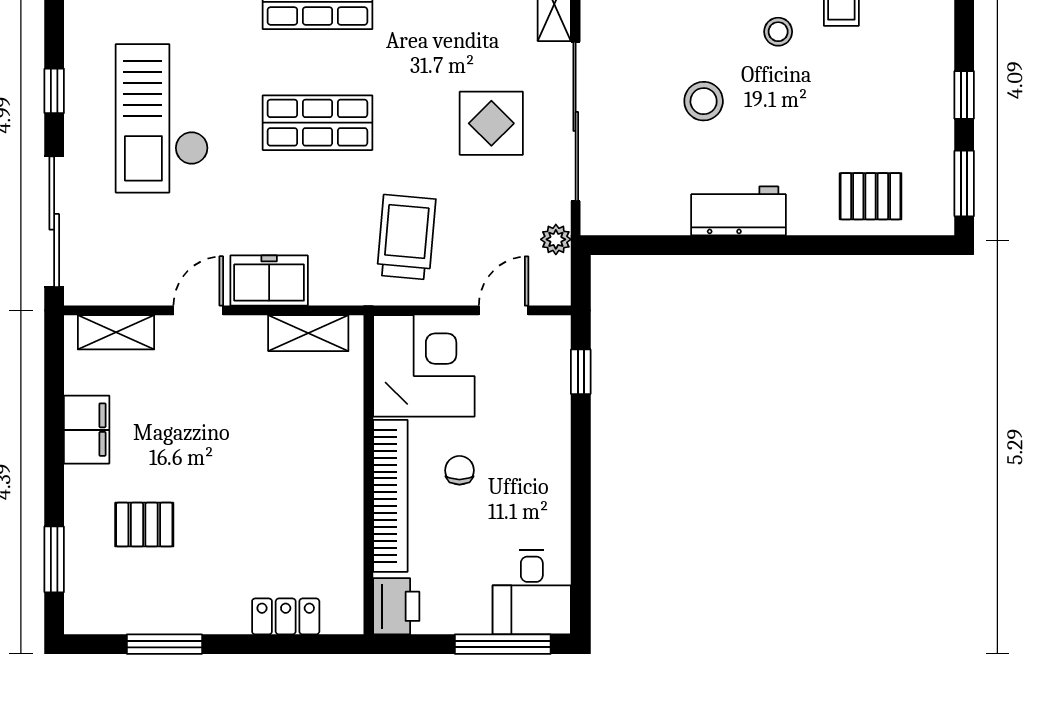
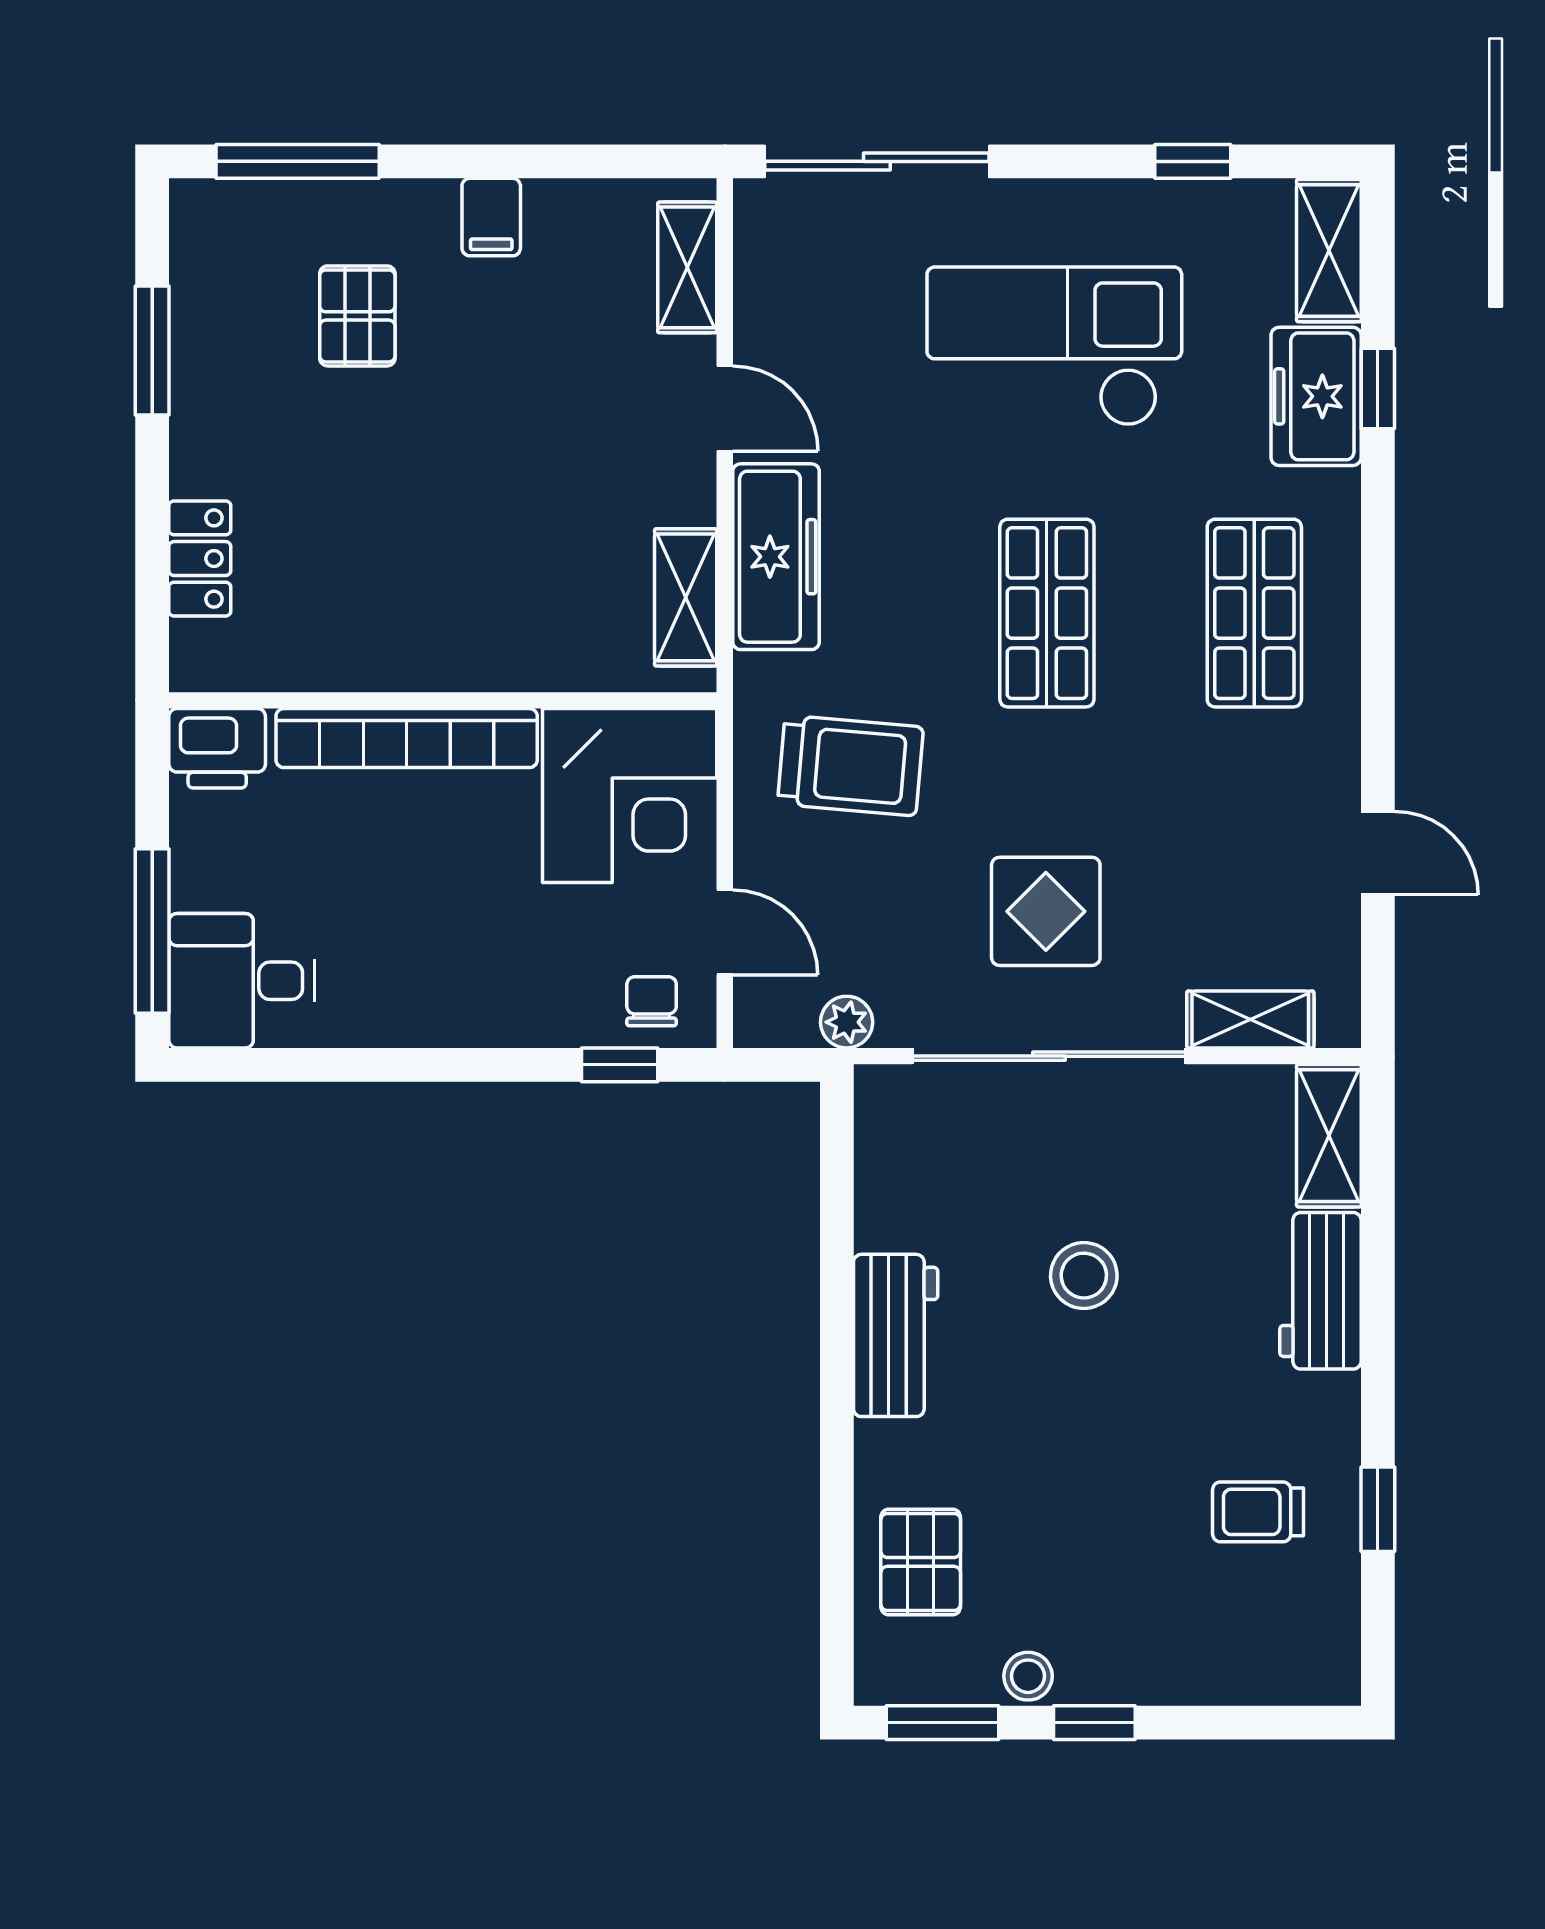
stool: (778, 32) -> (1028, 1676), moved
window: (54, 91) -> (1193, 161), moved
freezer: (269, 281) -> (776, 557), width x1.40
filing cabinet: (87, 430) -> (491, 217), width x0.50
chair: (459, 470) -> (652, 1001), moved, turned -90
window: (54, 559) -> (298, 161), width x1.44

